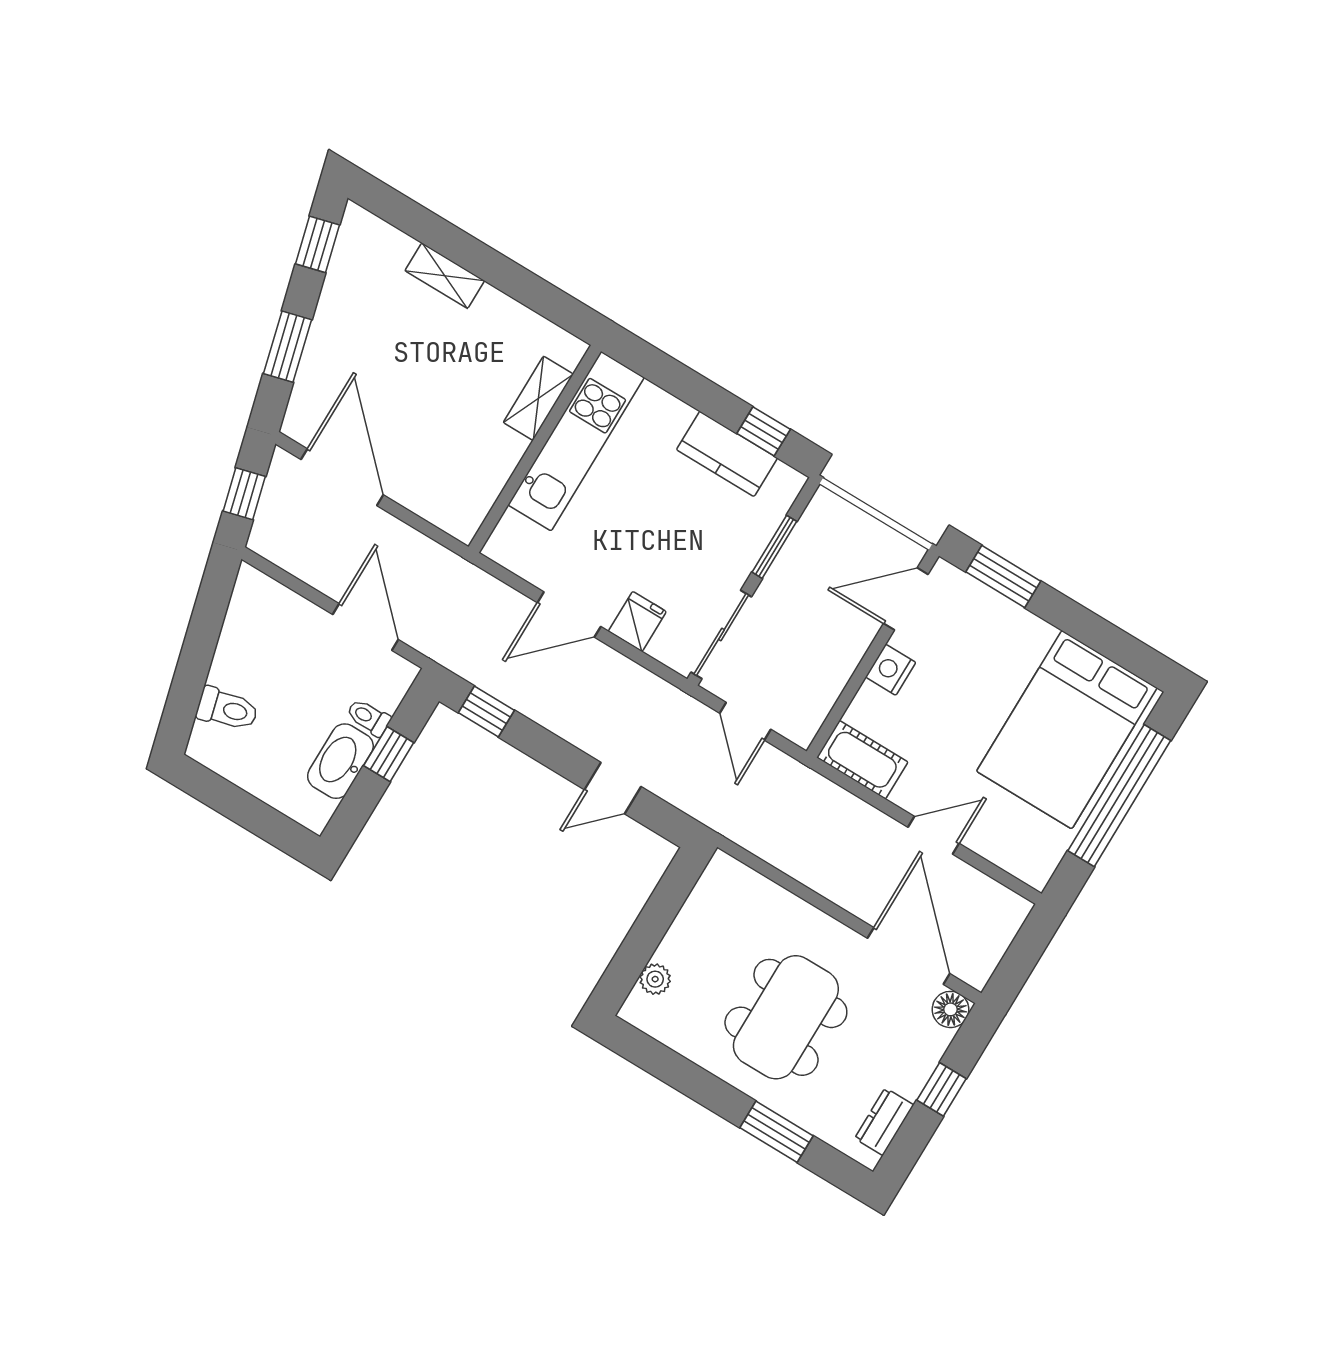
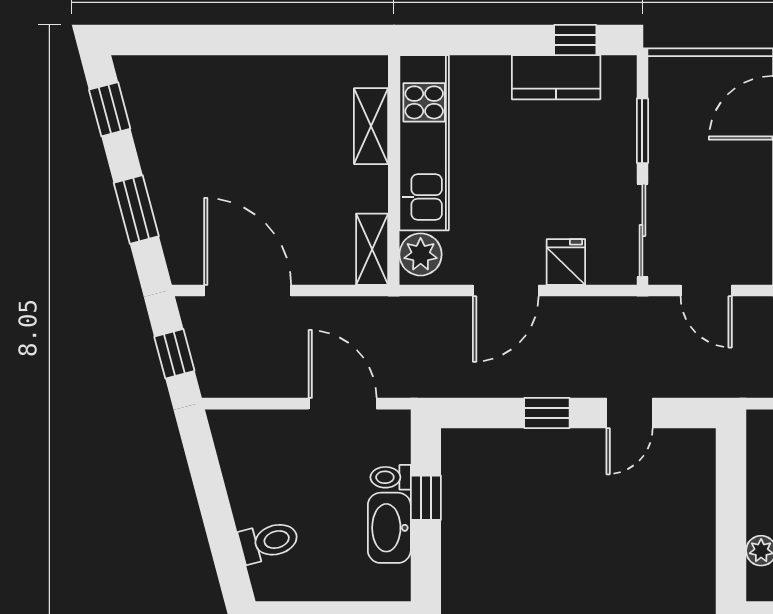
shelving: (445, 276) -> (372, 249), moved, turned 90
plant: (513, 537) -> (421, 254), added
window: (486, 712) -> (547, 413), moved

